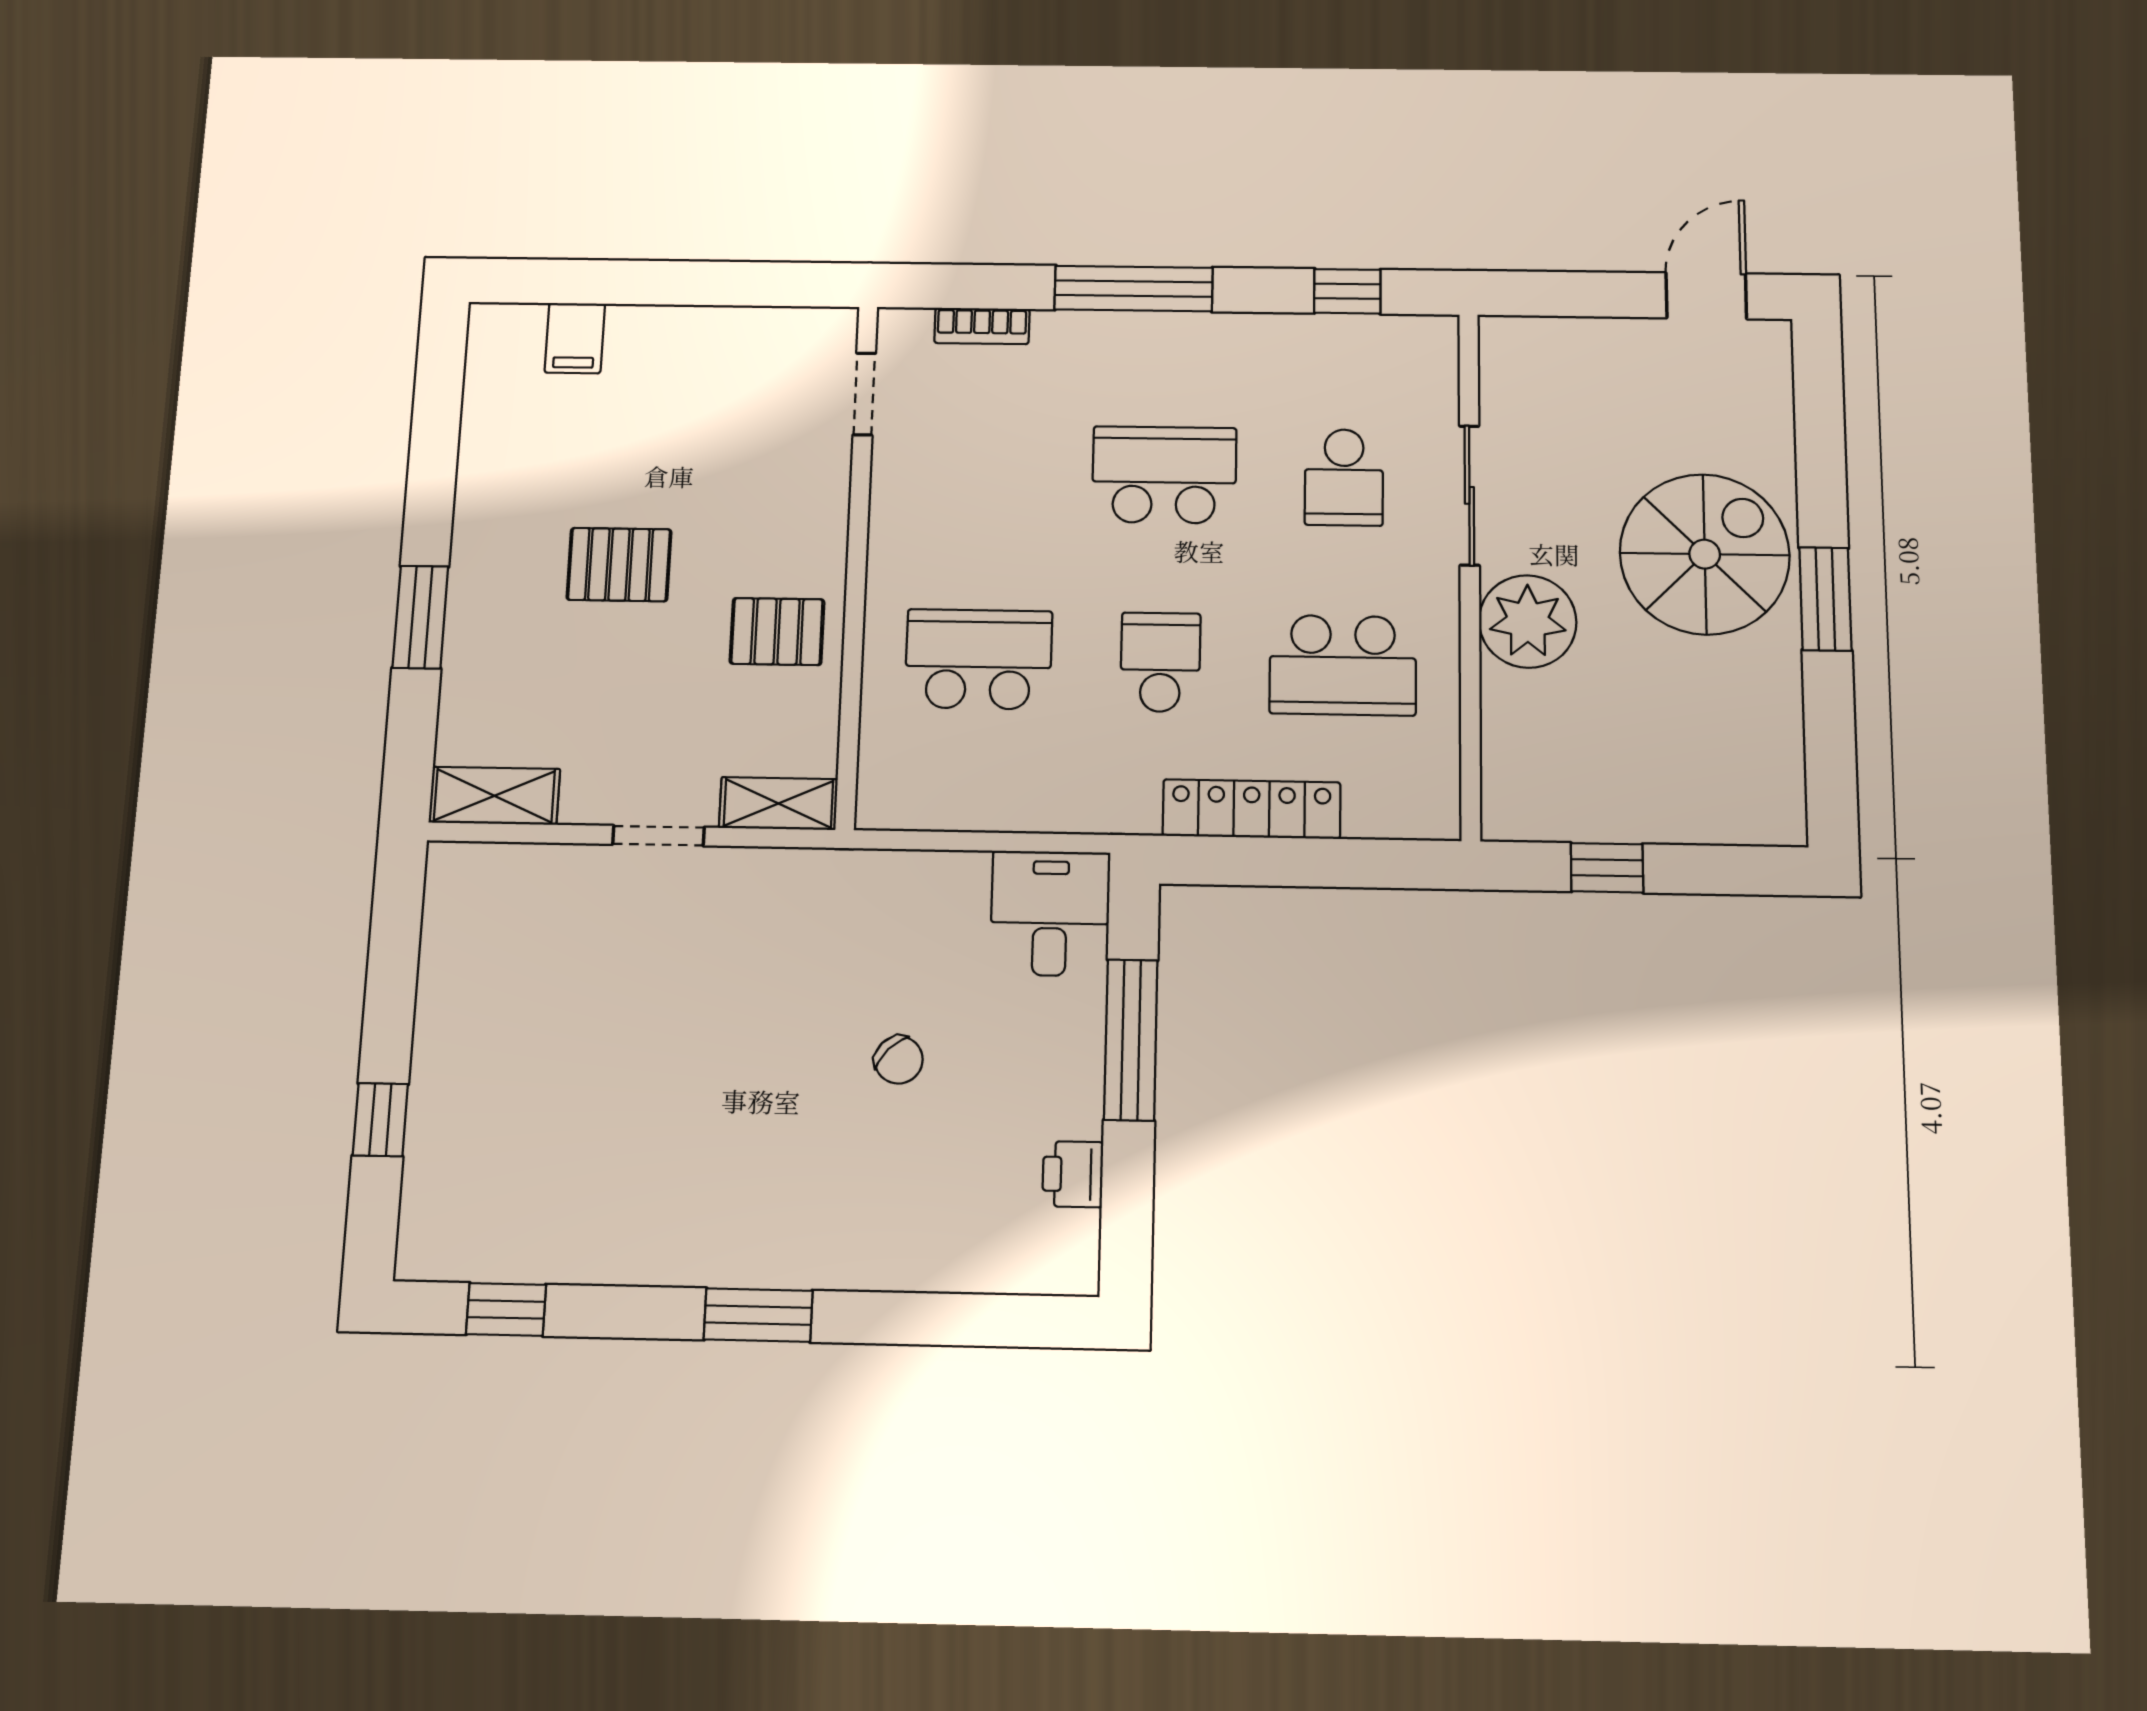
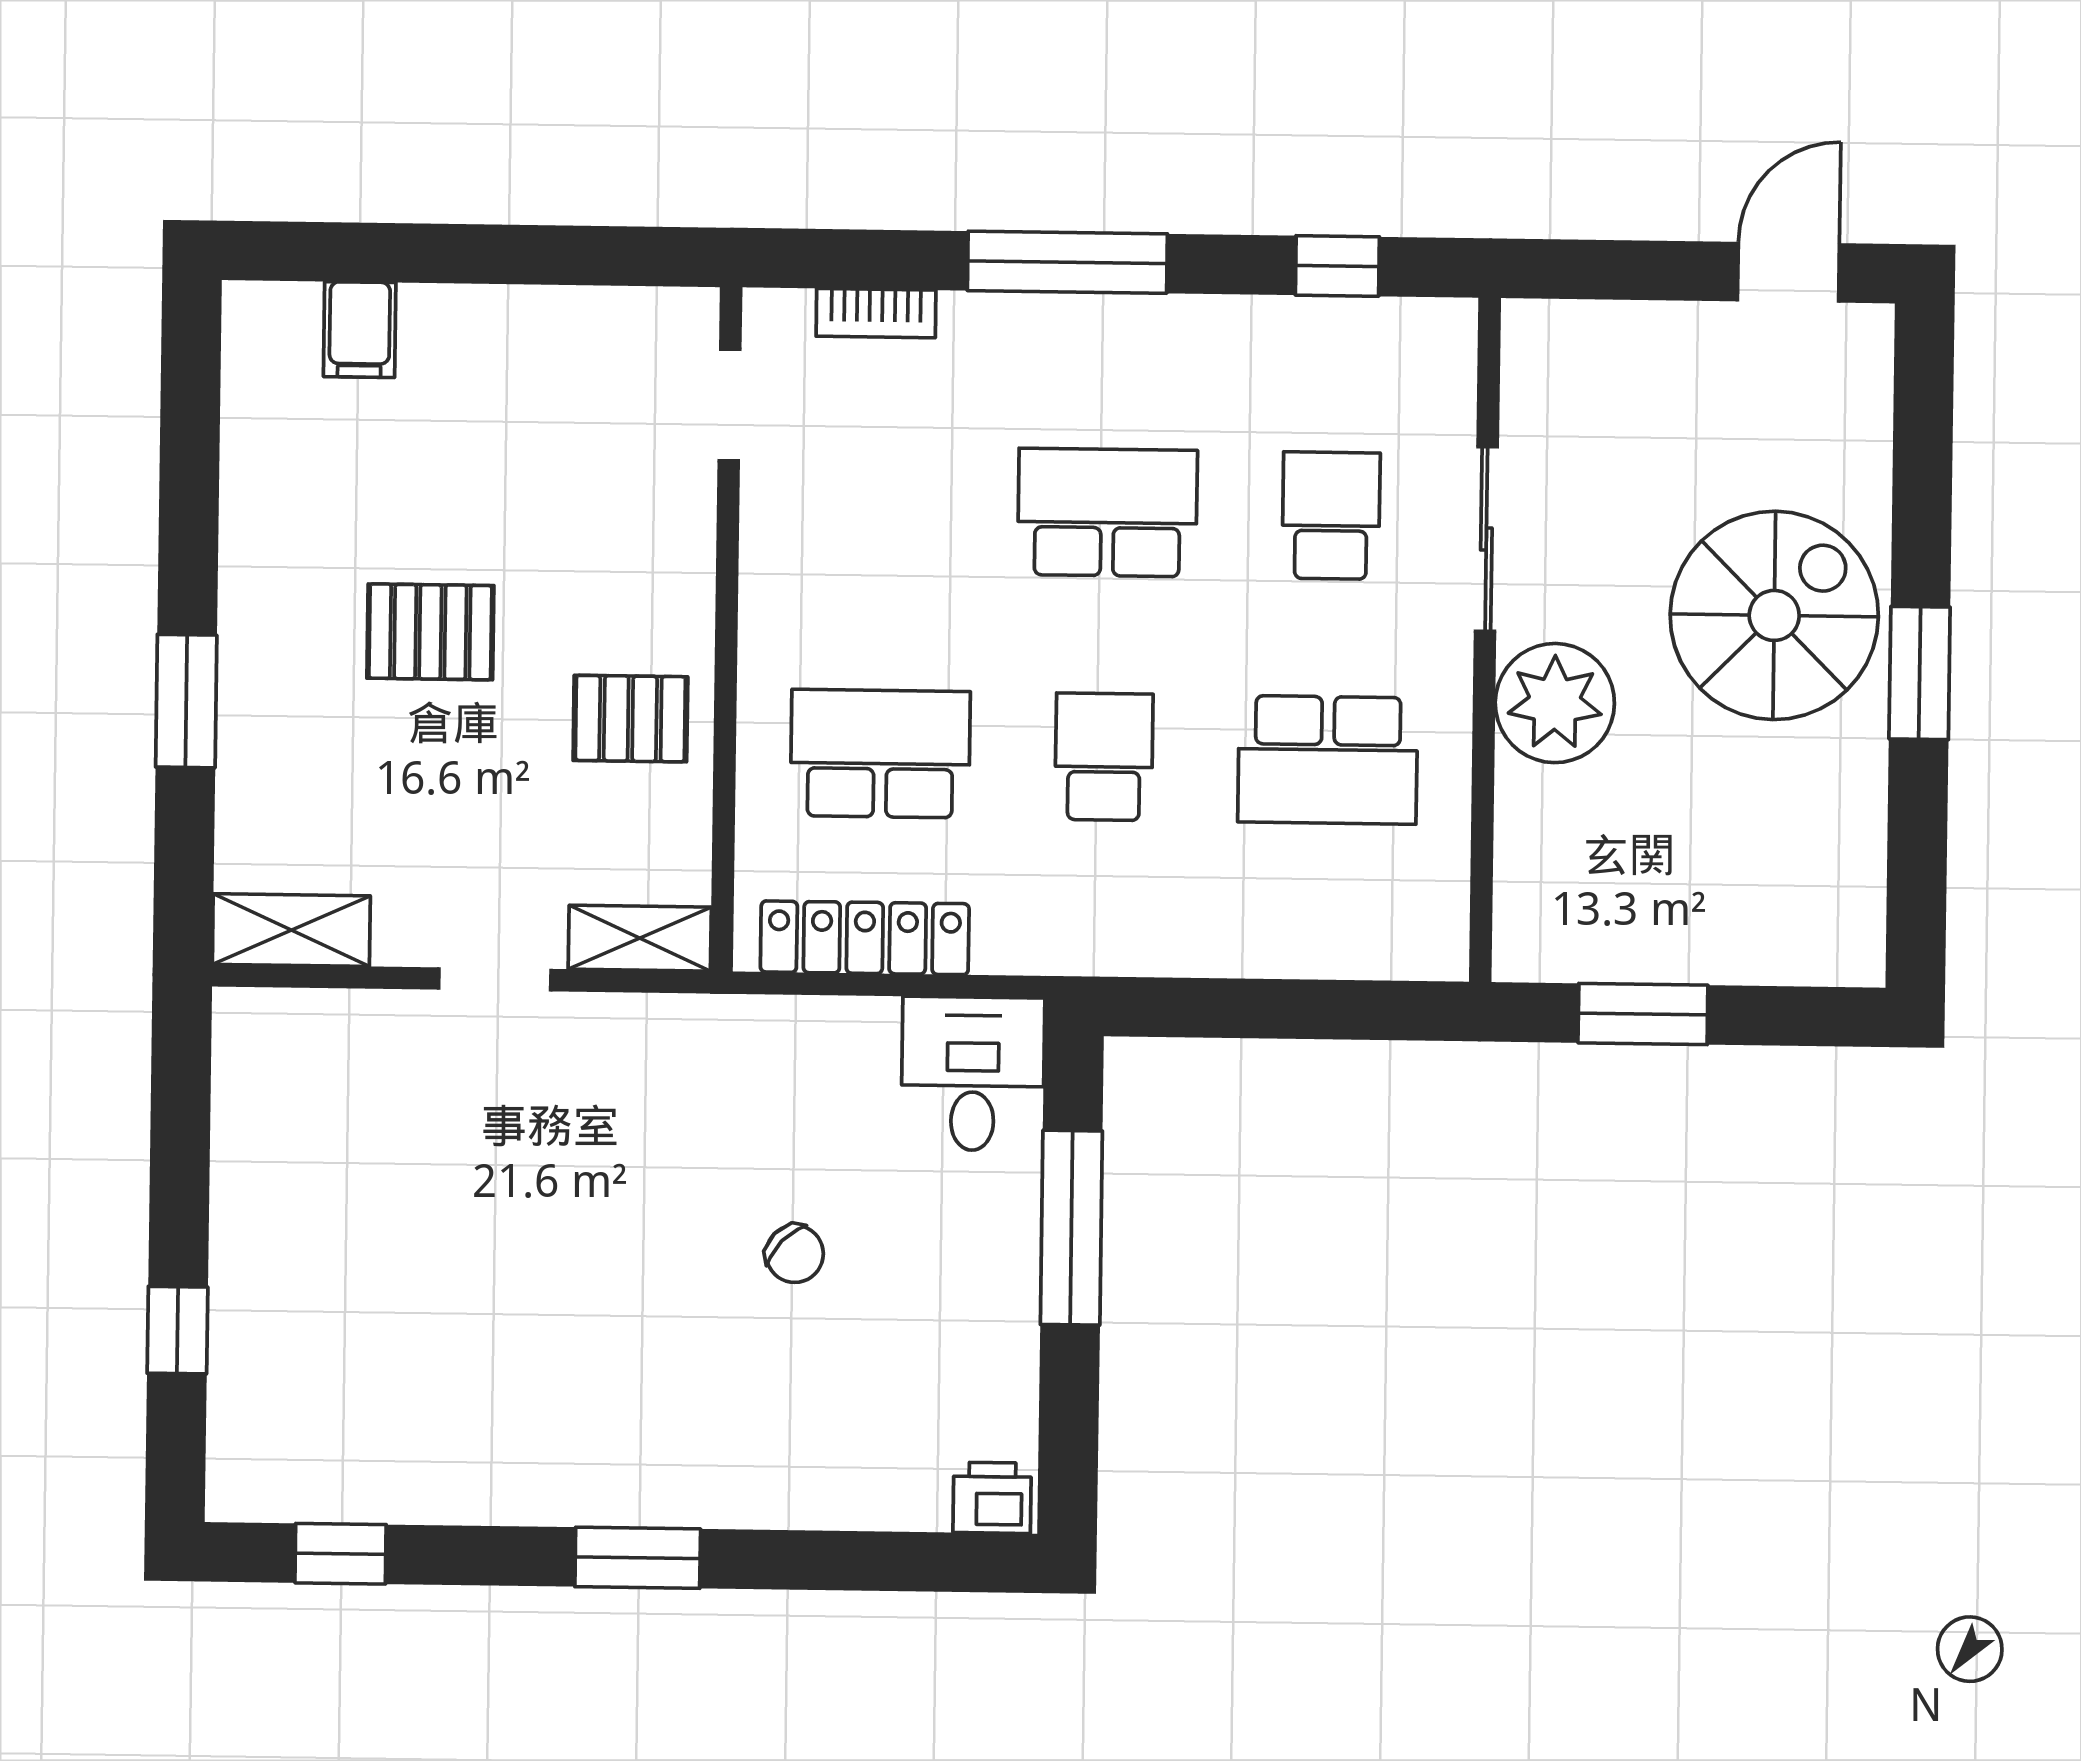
school desk: (1344, 477) -> (1331, 516), turned 180
locker: (1252, 809) -> (865, 938), moved
window: (1607, 868) -> (1643, 1014), width x1.50
printer: (1073, 1174) -> (992, 1498), moved, turned 90

